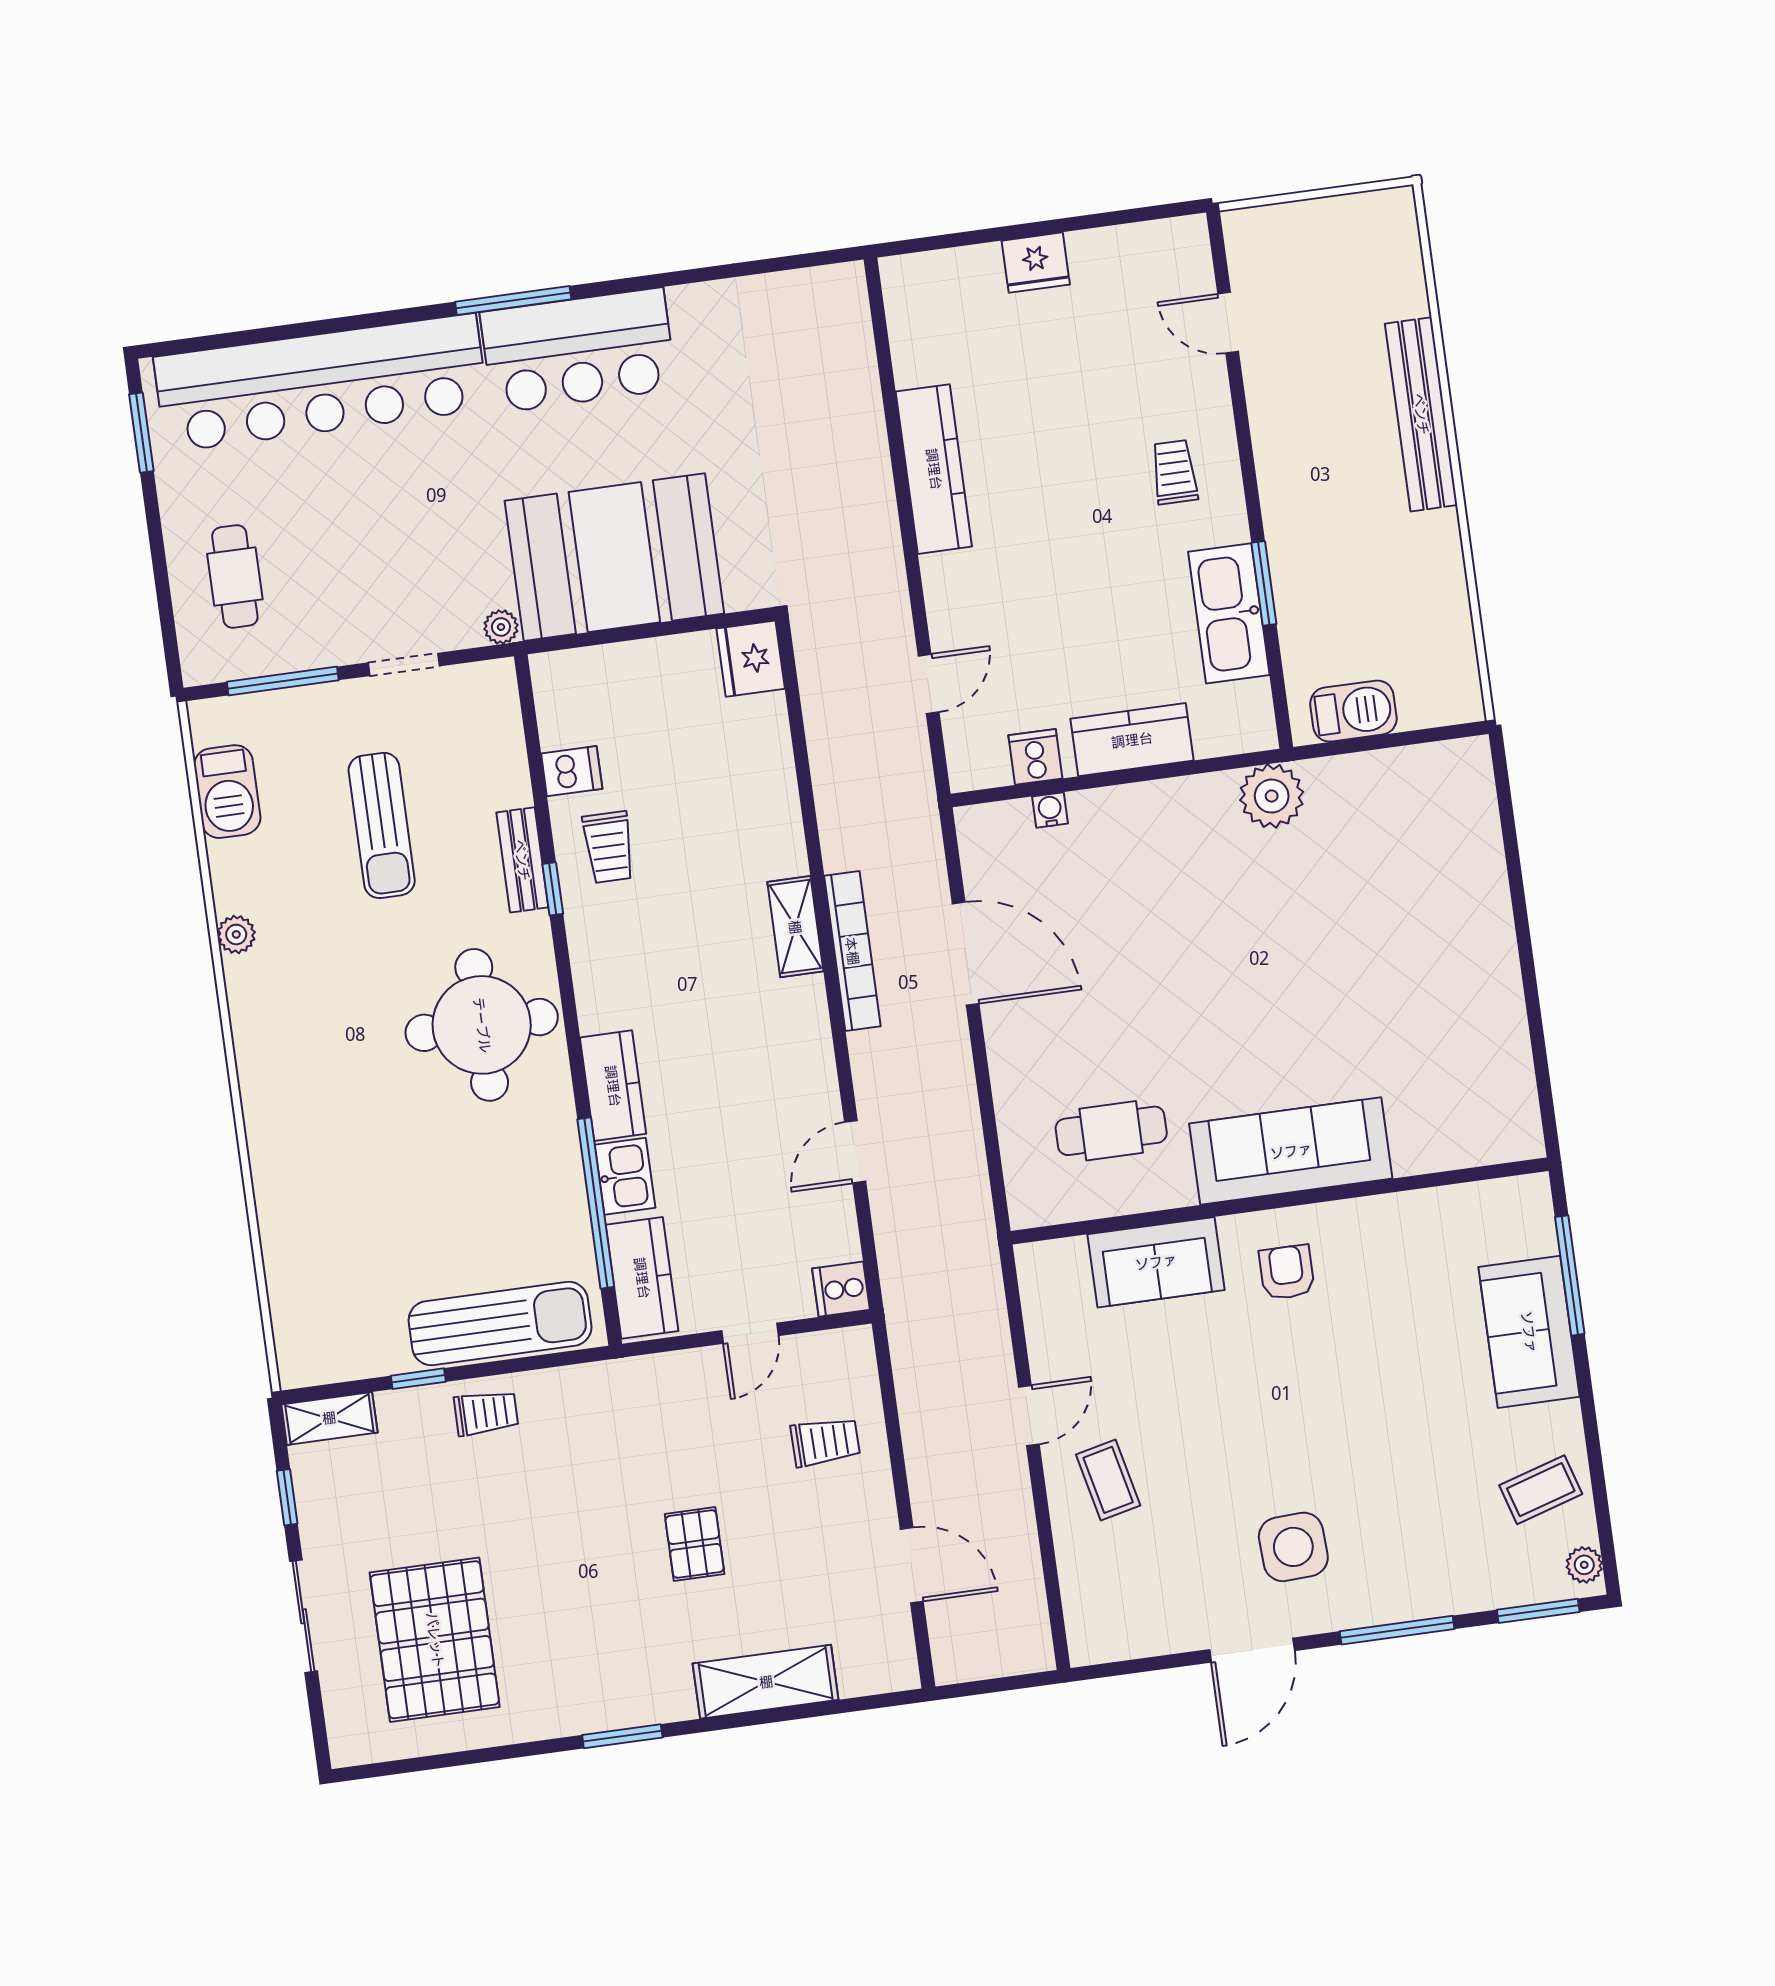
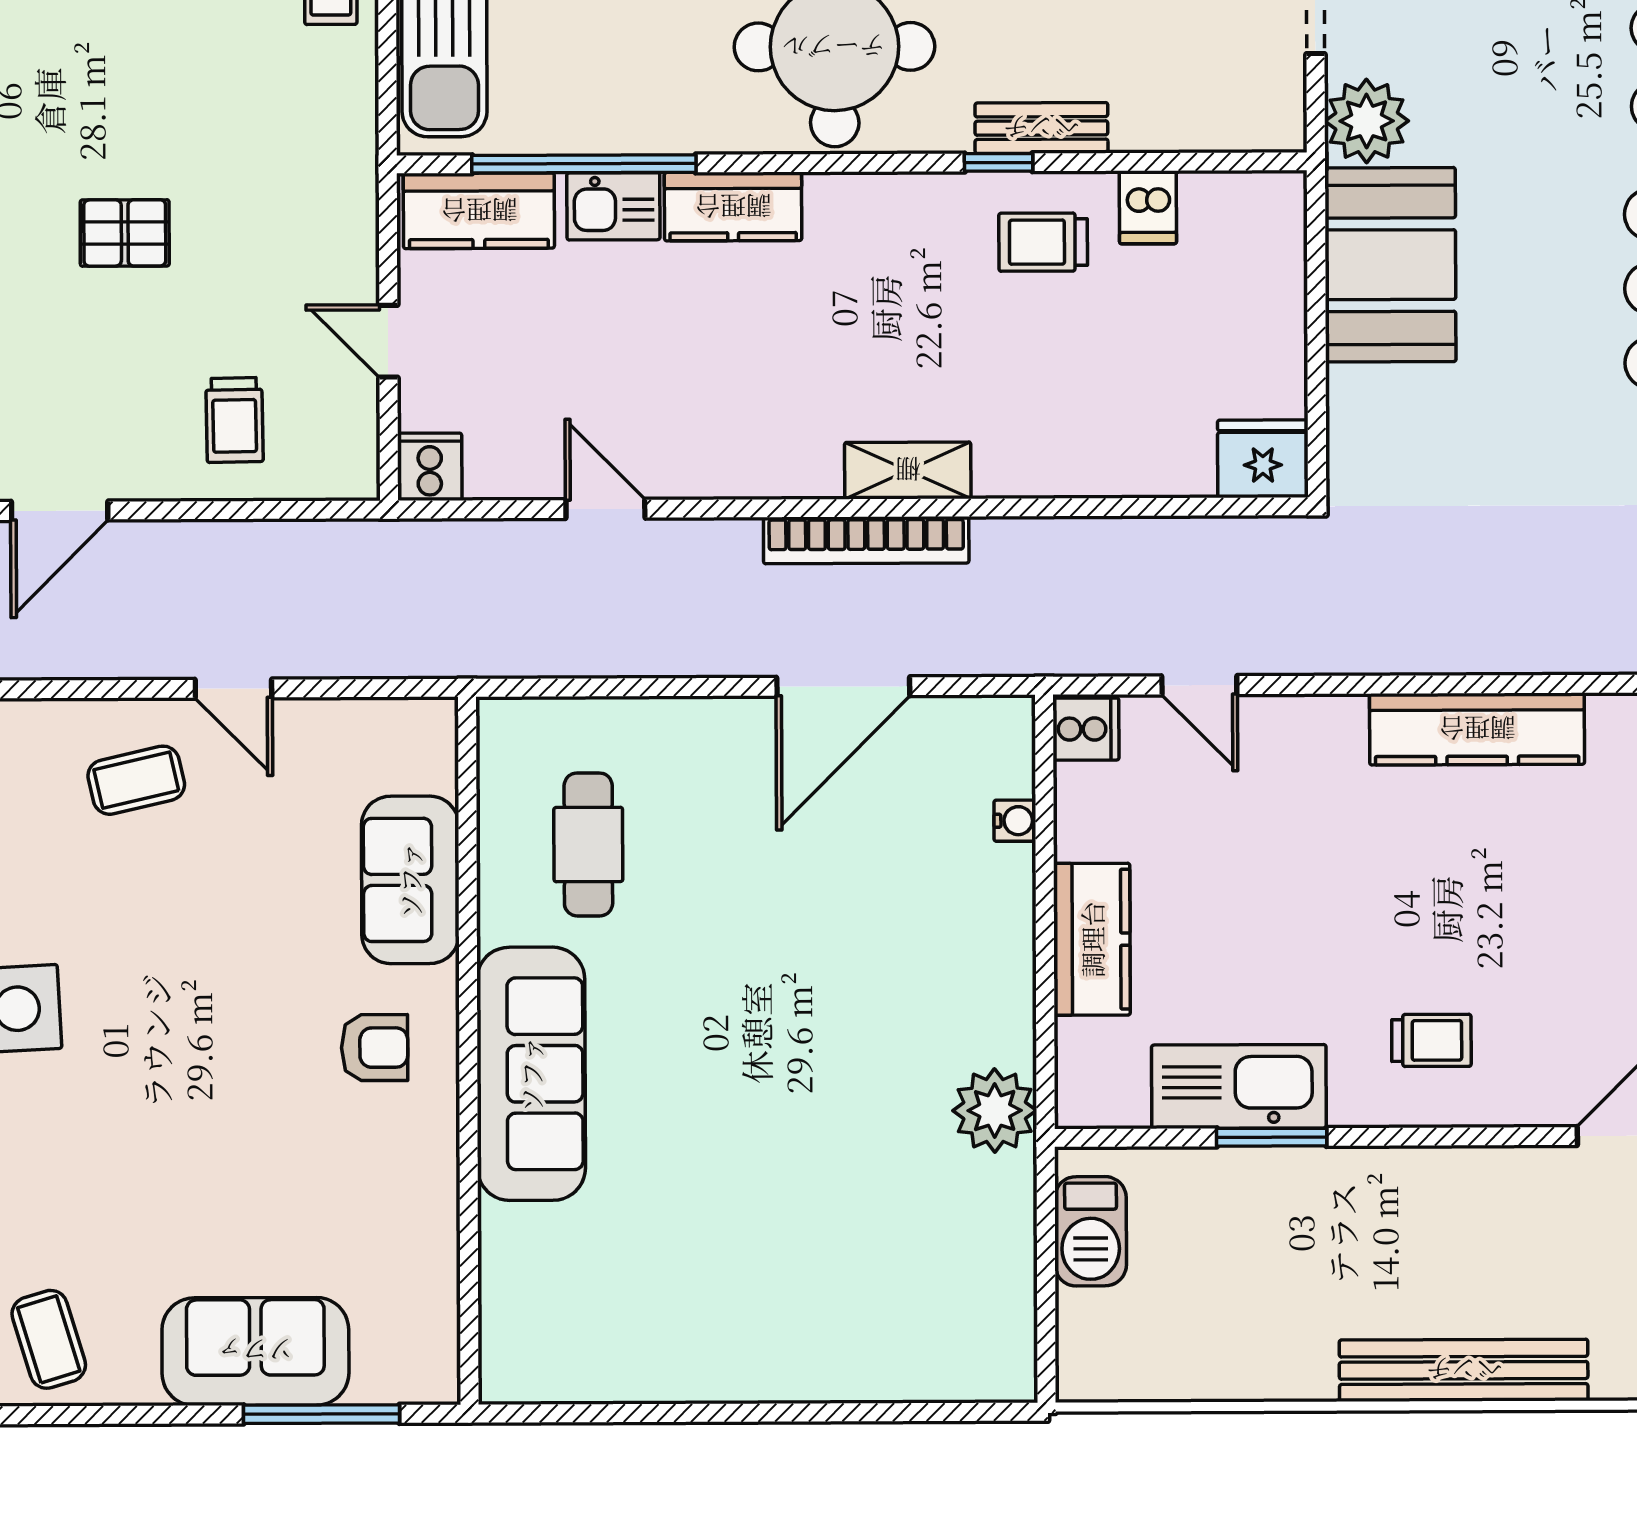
booth: (614, 557) -> (1390, 265), width x0.73, depth x0.70
plant: (501, 627) -> (1367, 121), width x1.88, depth x1.88
cooker: (1035, 757) -> (1086, 729), moved

